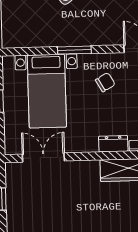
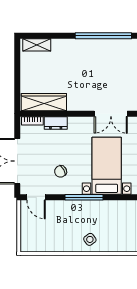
window: (74, 50) -> (84, 197), width x1.44

